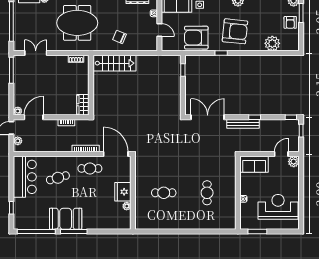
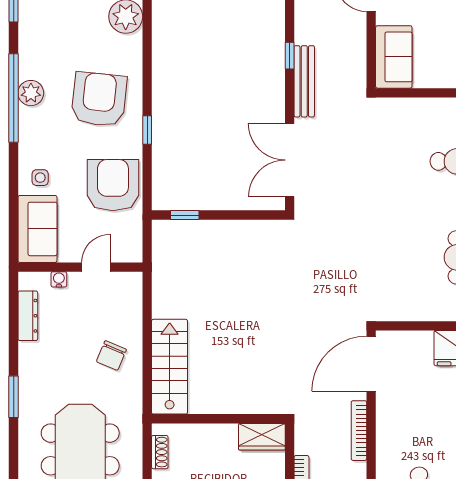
armchair: (196, 38) -> (113, 185), turned 180
cafe table: (90, 168) -> (403, 421), removed

